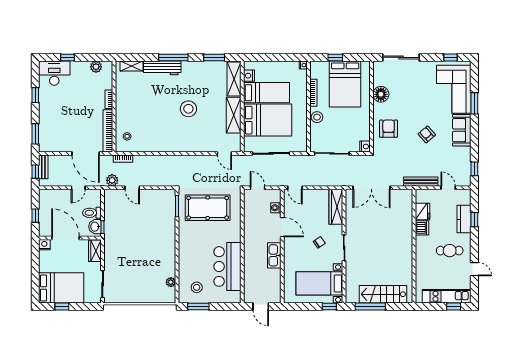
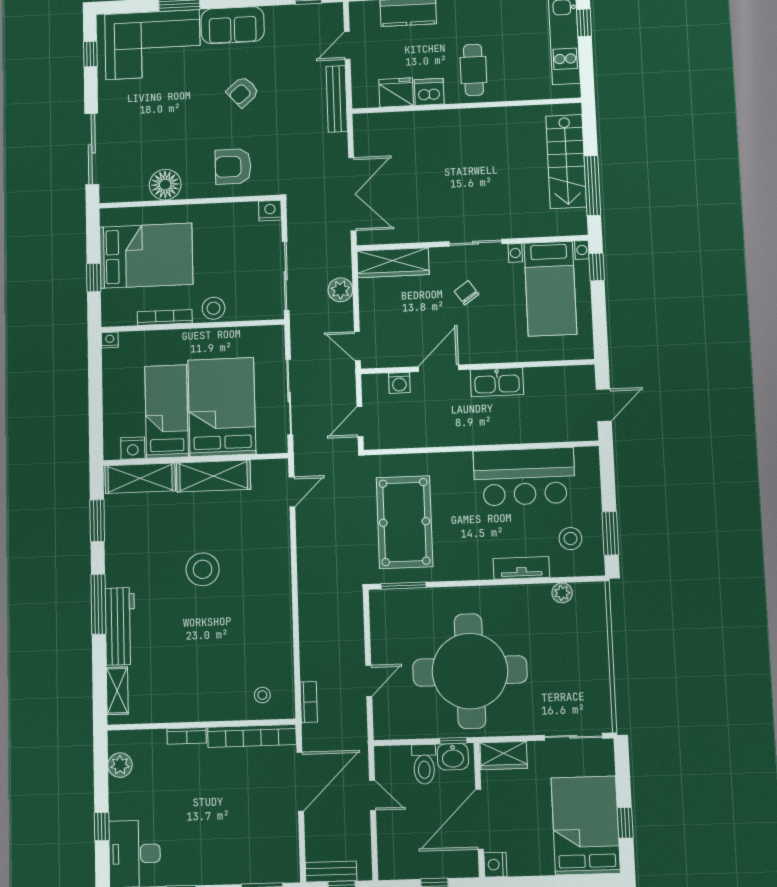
plant: (112, 180) -> (340, 290), moved
door: (295, 188) -> (357, 346), swing flipped
round table: (135, 236) -> (470, 671), added
cafe table: (450, 251) -> (473, 70), moved
tv unit: (183, 263) -> (521, 568), added

